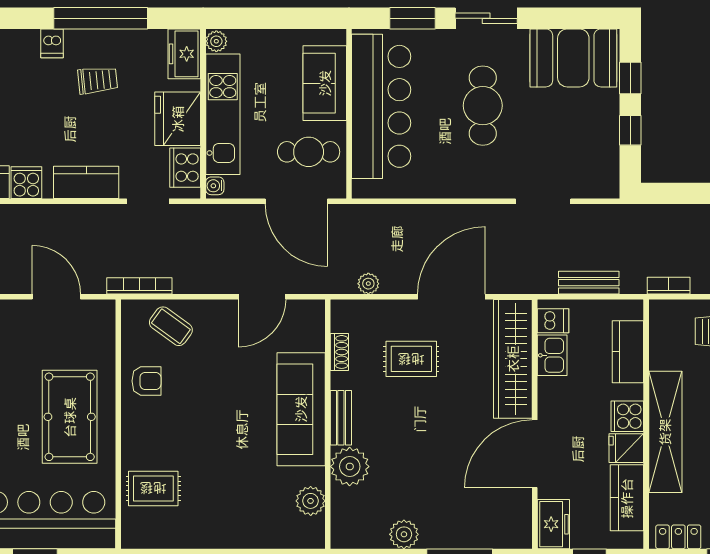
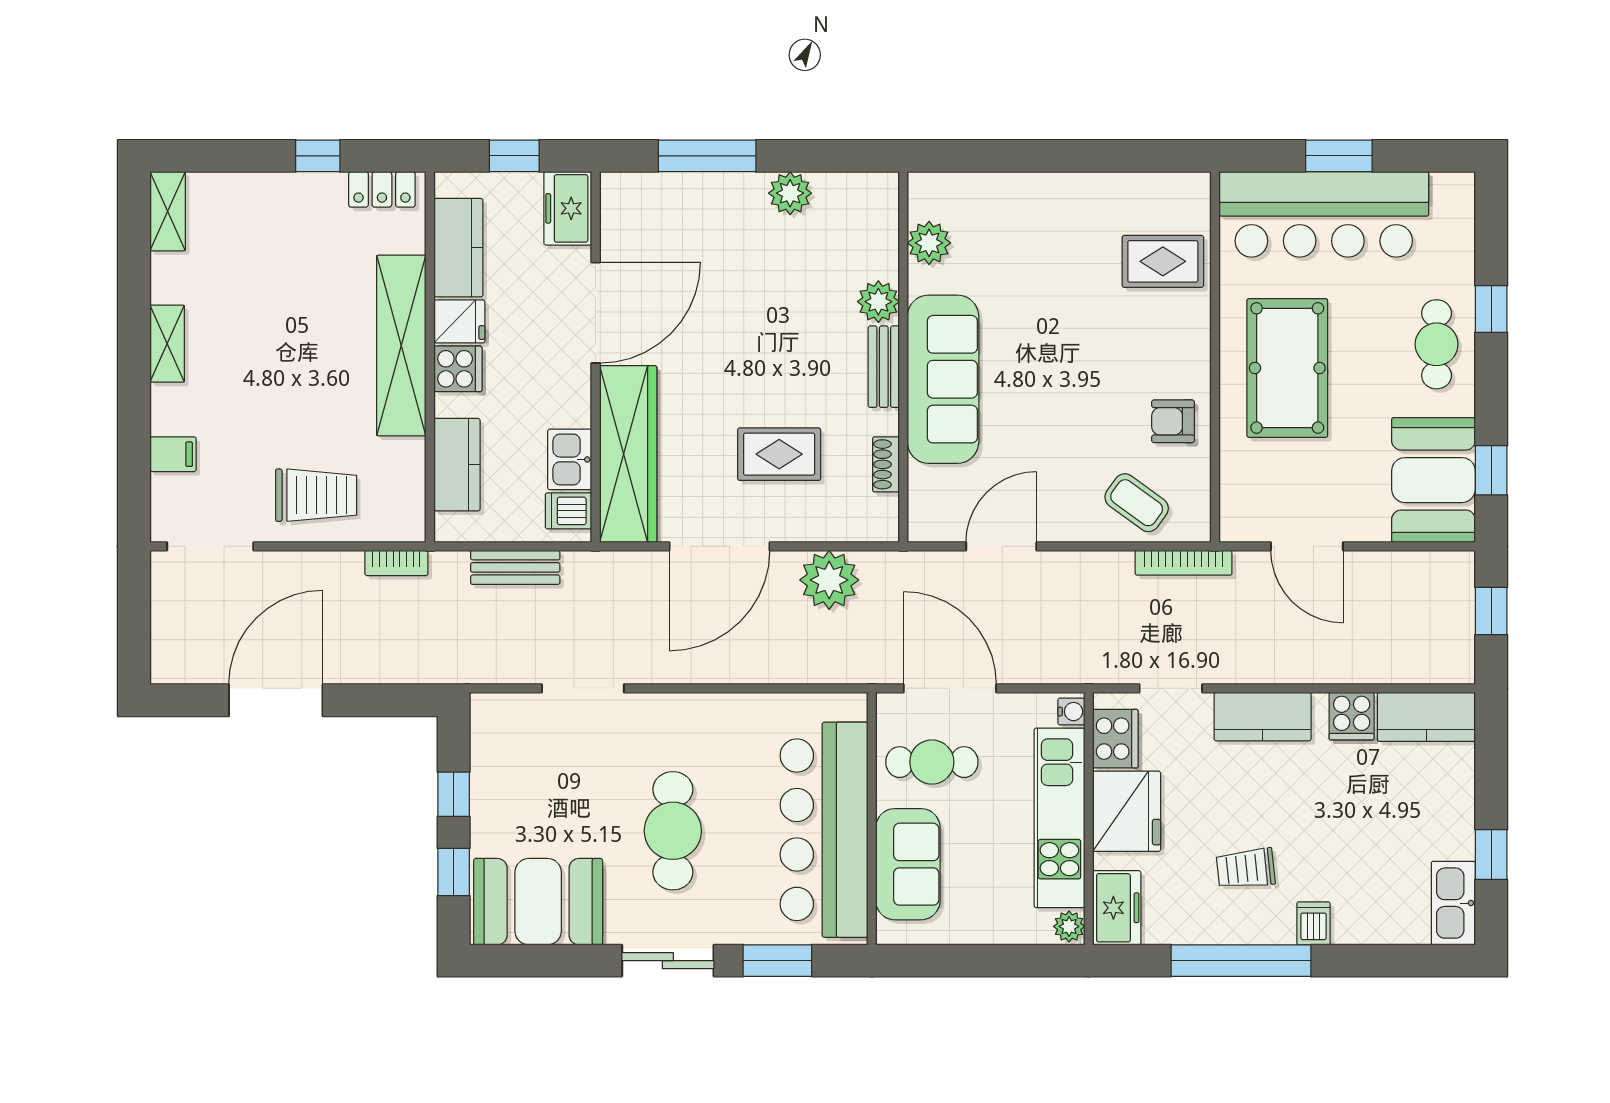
plant: (368, 284) -> (829, 580), width x1.88, depth x1.88
plant: (350, 467) -> (878, 302), width x0.73, depth x0.73

